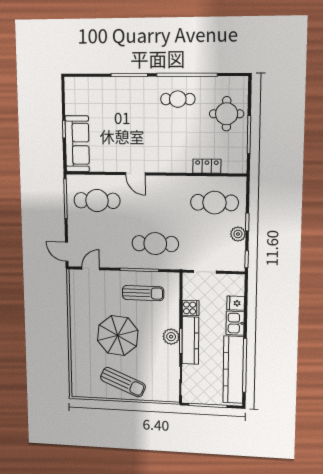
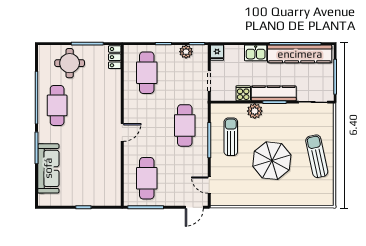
cafe table: (178, 99) -> (57, 105), width x1.37, depth x1.35
sofa: (77, 144) -> (48, 168), moved, turned 90
locker: (207, 166) -> (115, 57), moved
door: (135, 174) -> (122, 132), moved
plant: (238, 234) -> (186, 52), moved
fridge: (236, 303) -> (217, 53), moved
plant: (171, 337) -> (255, 111), moved
sun lounger: (123, 382) -> (317, 156), turned -35

